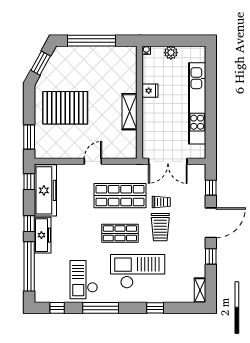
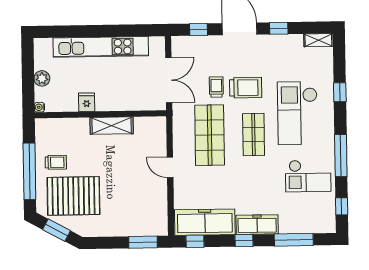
trolley: (99, 63) -> (56, 162), added
pallet: (65, 108) -> (73, 196), moved, turned 90
window: (29, 266) -> (294, 240), width x0.68

